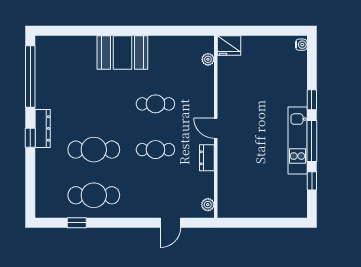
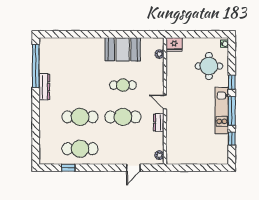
booth: (122, 52) -> (123, 49), moved
round table: (279, 76) -> (209, 66), added
dresser: (43, 128) -> (44, 87), moved
window: (30, 138) -> (36, 109), removed
cafe table: (155, 150) -> (123, 117), width x1.37, depth x1.35

